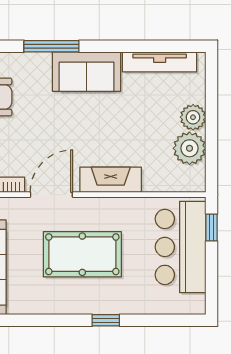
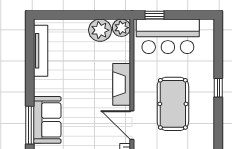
sofa: (86, 72) -> (47, 120), moved
plant: (193, 117) -> (121, 28), moved

